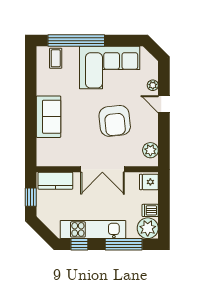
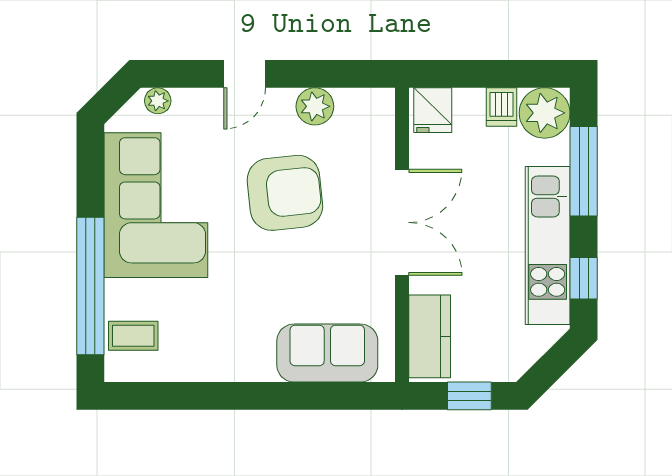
plant: (153, 85) -> (158, 101), moved
sofa: (49, 117) -> (327, 353), moved
plant: (150, 150) -> (315, 106), moved

